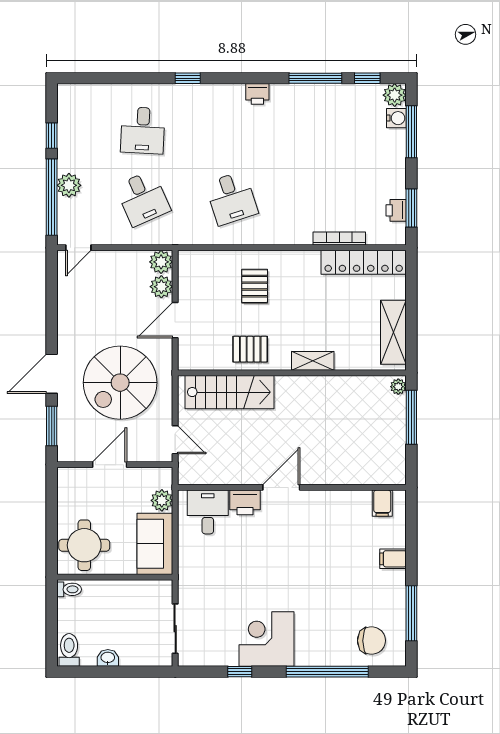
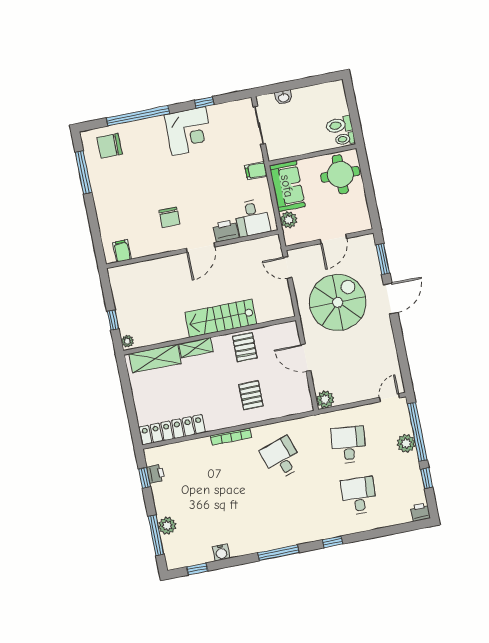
window: (315, 78) -> (278, 553), moved
printer: (257, 94) -> (420, 512), moved
plant: (395, 95) -> (167, 526), moved
water cooler: (396, 118) -> (221, 552), moved, turned -90
desk: (143, 198) -> (348, 445), turned 30
window: (411, 208) -> (144, 478), width x0.67
bookcase: (339, 239) -> (231, 437), moved
plant: (161, 287) -> (321, 381), removed
door: (175, 320) -> (306, 358), swing flipped
shelving: (393, 332) -> (155, 358), moved, turned 90
pallet: (250, 349) -> (245, 347), turned 90
stairs: (229, 392) -> (221, 318), moved
window: (411, 417) -> (113, 320), width x0.46
chair: (313, 534) -> (170, 217), added
filing cabinet: (393, 559) -> (256, 171), moved, turned 180
toilet: (69, 650) -> (339, 125), moved, turned 90
washbasin: (108, 658) -> (284, 97), moved

